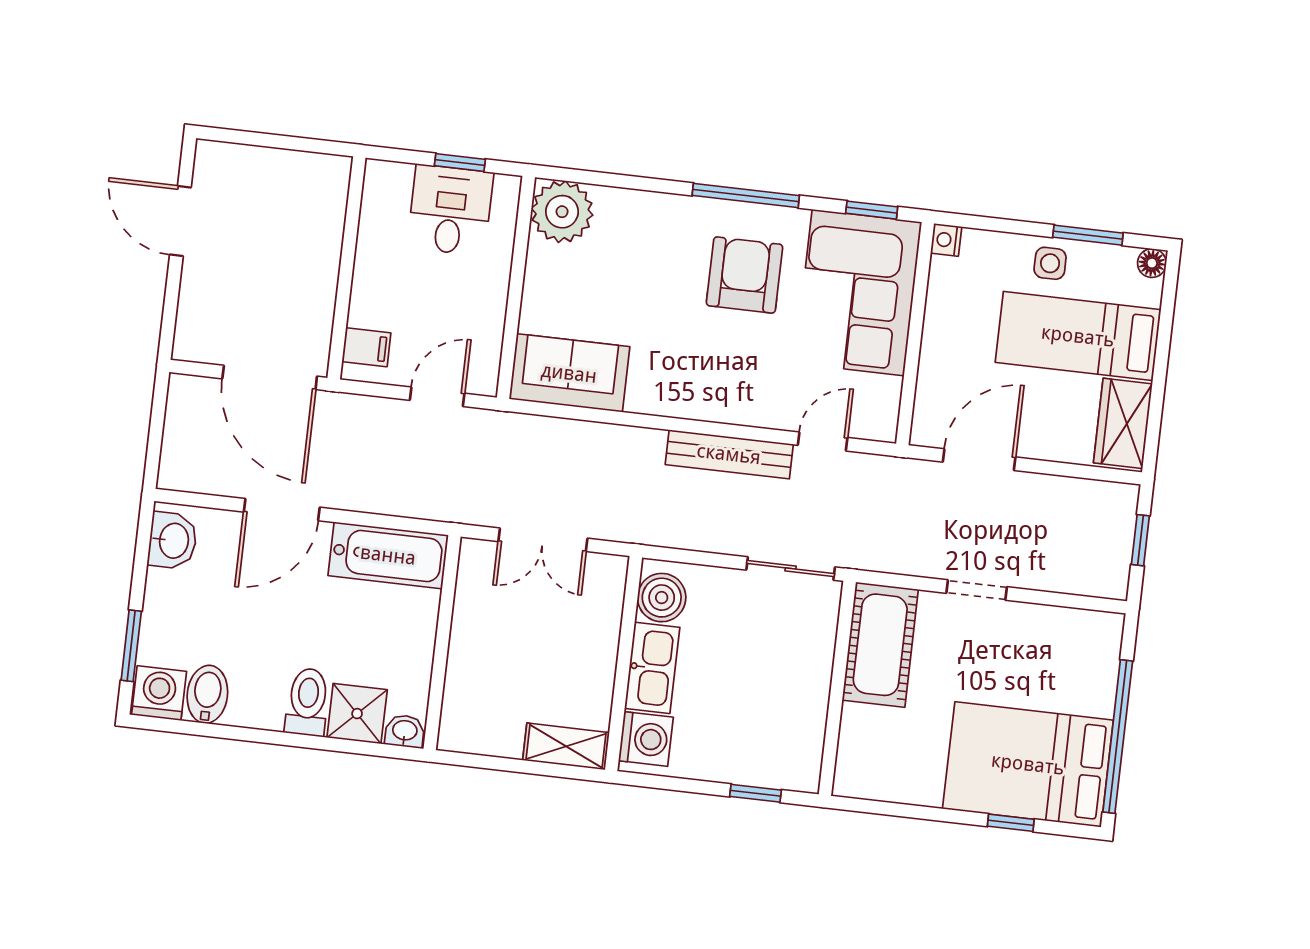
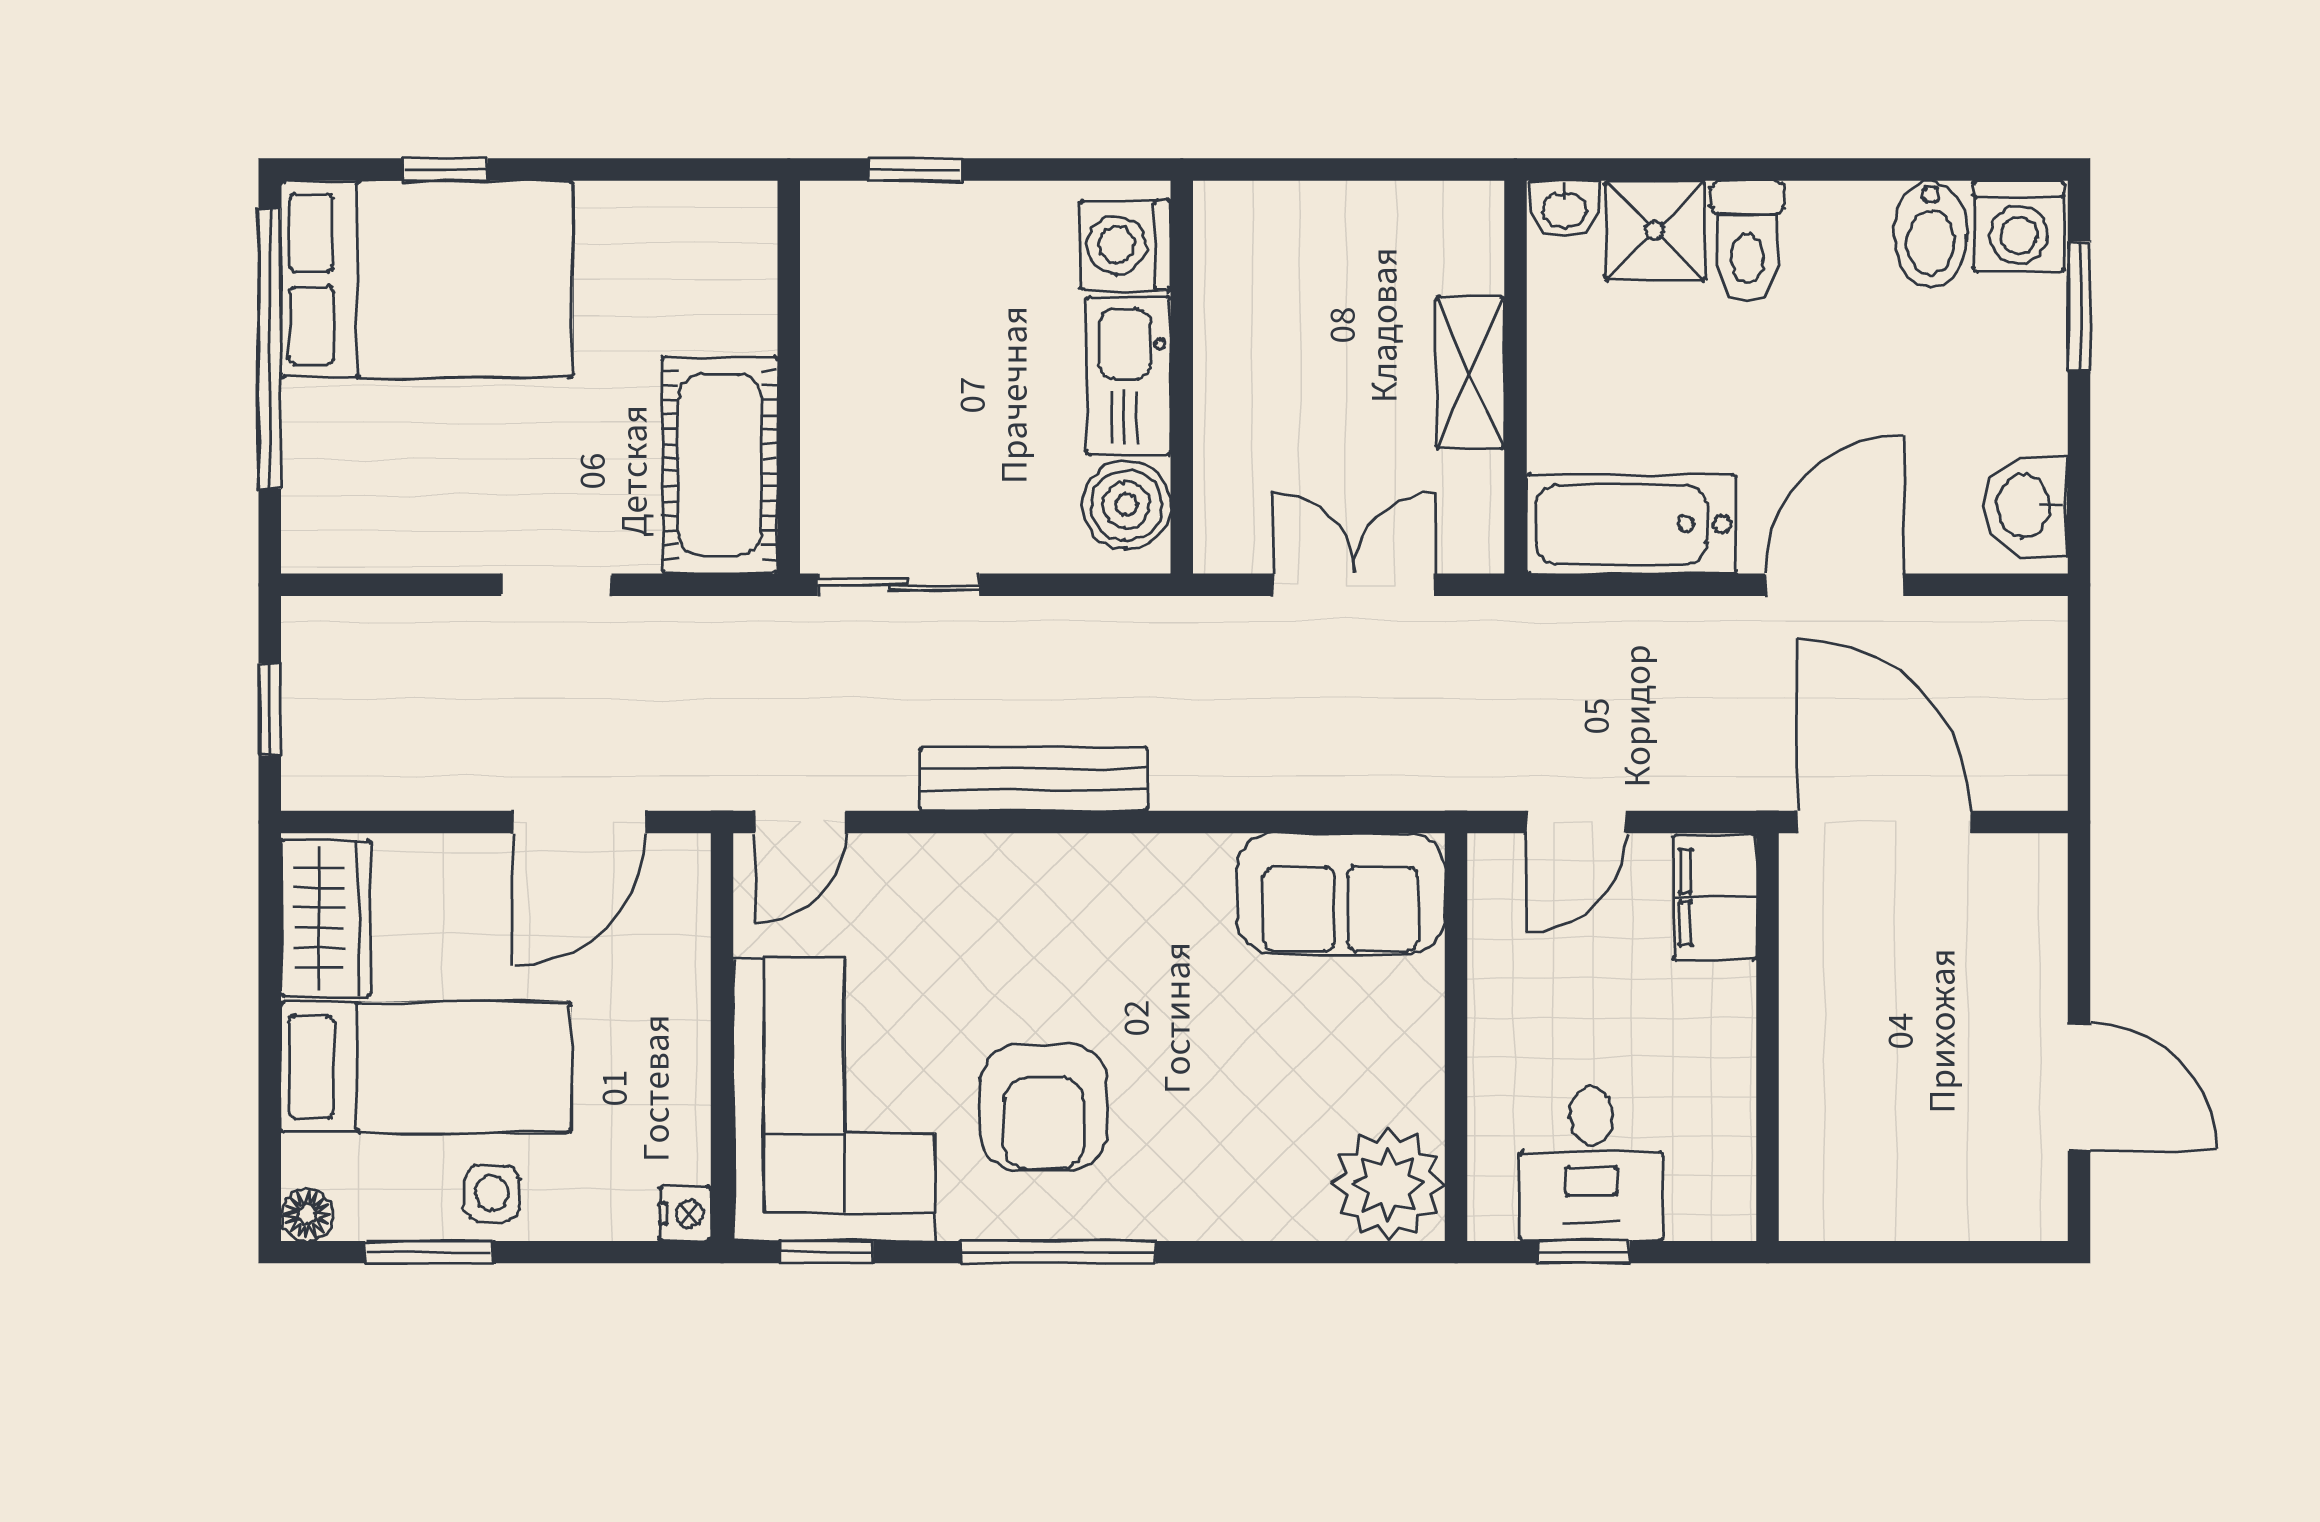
filing cabinet: (366, 347) -> (1715, 897), width x2.00
door: (823, 441) -> (800, 822), moved
shelving: (566, 746) -> (1470, 373), moved, turned 90

